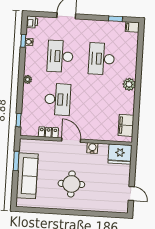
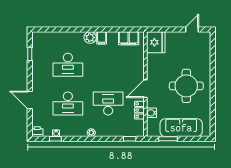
filing cabinet: (132, 27) -> (102, 38), moved
water cooler: (92, 148) -> (152, 113), moved
round table: (71, 184) -> (186, 86), width x1.36, depth x1.36

